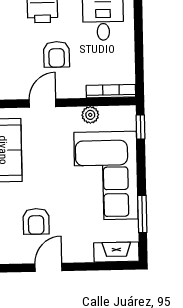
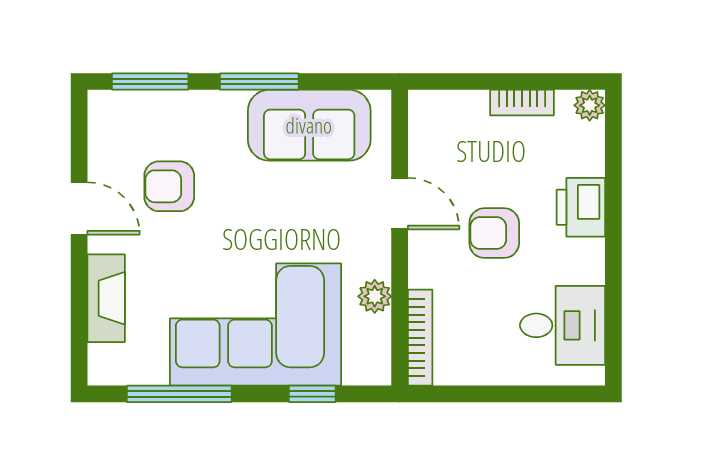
window: (141, 127) -> (312, 394), moved
window: (142, 214) -> (179, 394), width x1.44
fireplace: (116, 252) -> (106, 298), moved

